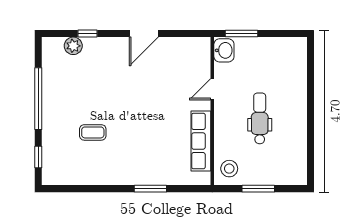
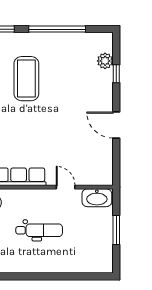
window: (241, 34) -> (116, 230), moved
washbasin: (224, 50) -> (97, 198), width x1.38
coffee table: (93, 132) -> (26, 79), width x1.86, depth x1.72

